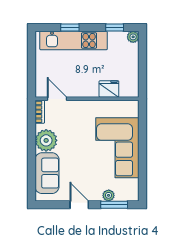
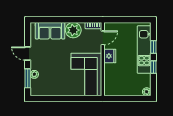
window: (115, 27) -> (153, 67), moved
fridge: (109, 89) -> (110, 56), moved
corner sofa: (117, 148) -> (86, 74), moved, turned -90
door: (79, 205) -> (28, 54), swing flipped

